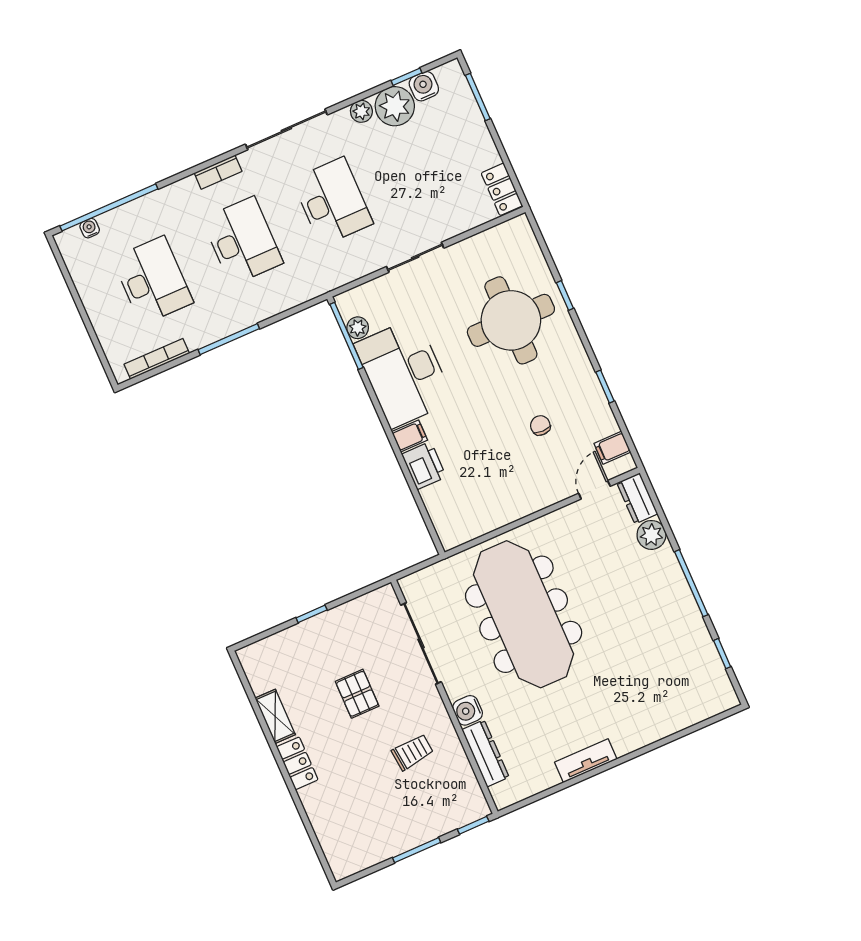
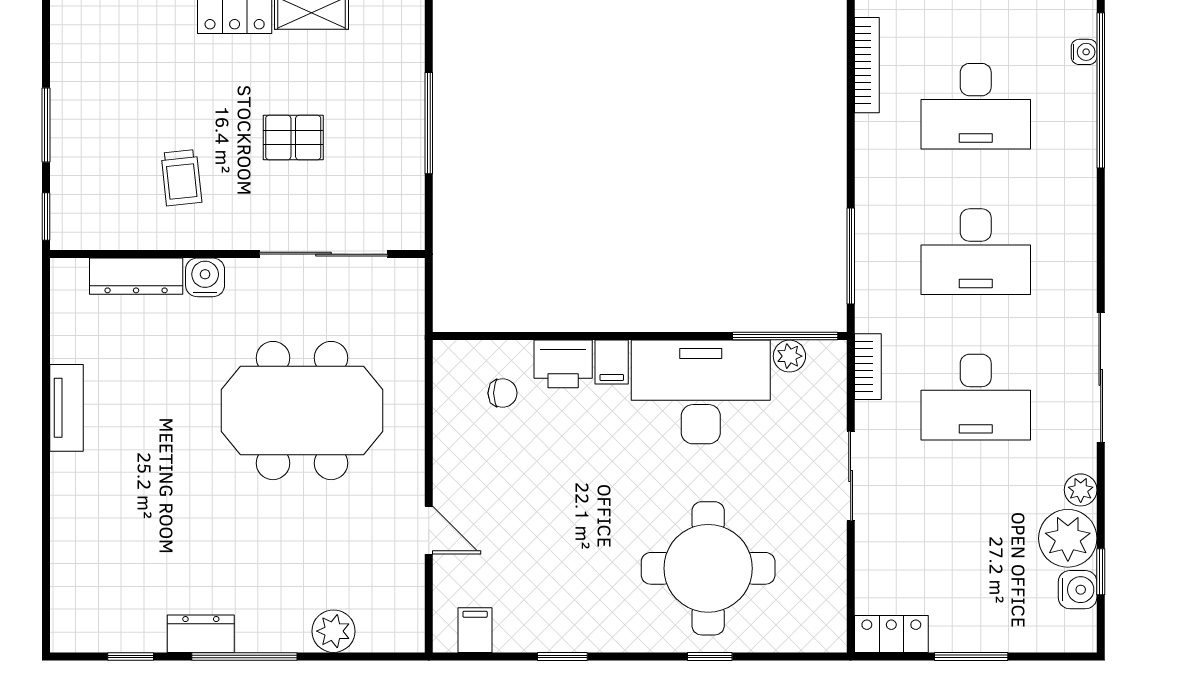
window: (478, 97) -> (971, 656), moved
bookcase: (218, 172) -> (868, 367), moved, turned 180
window: (229, 339) -> (851, 256), moved
chair: (540, 425) -> (503, 393), moved
door: (594, 490) -> (429, 530), moved
dresser: (637, 498) -> (201, 634), moved
window: (312, 614) -> (429, 123), width x2.17
meeting table: (524, 614) -> (302, 411), width x0.73

